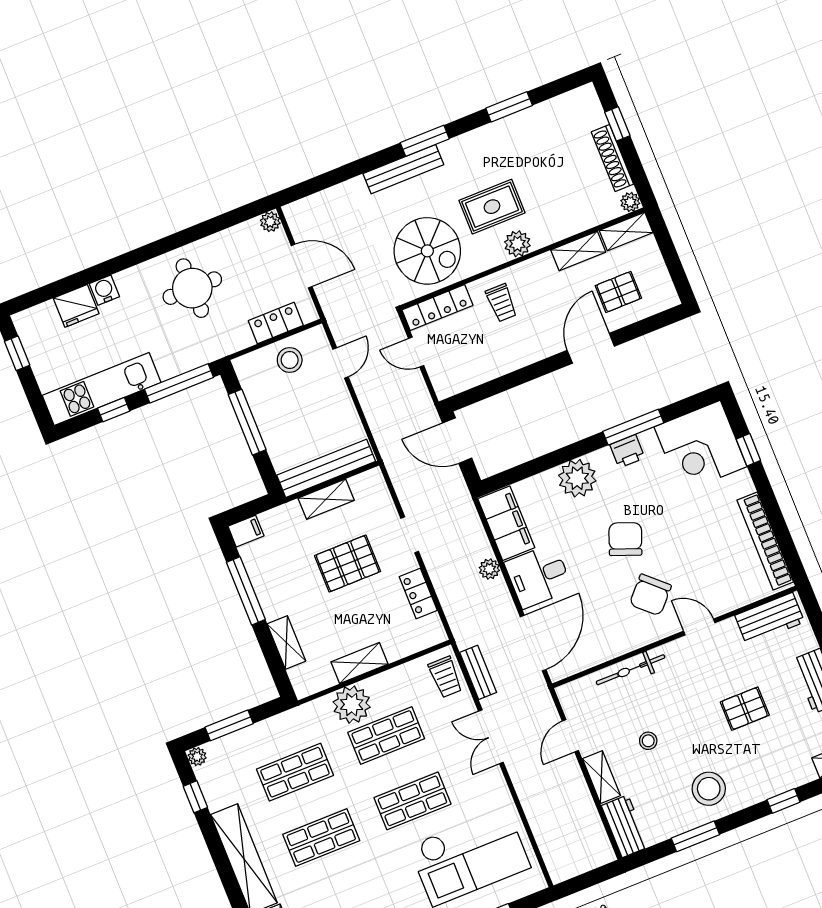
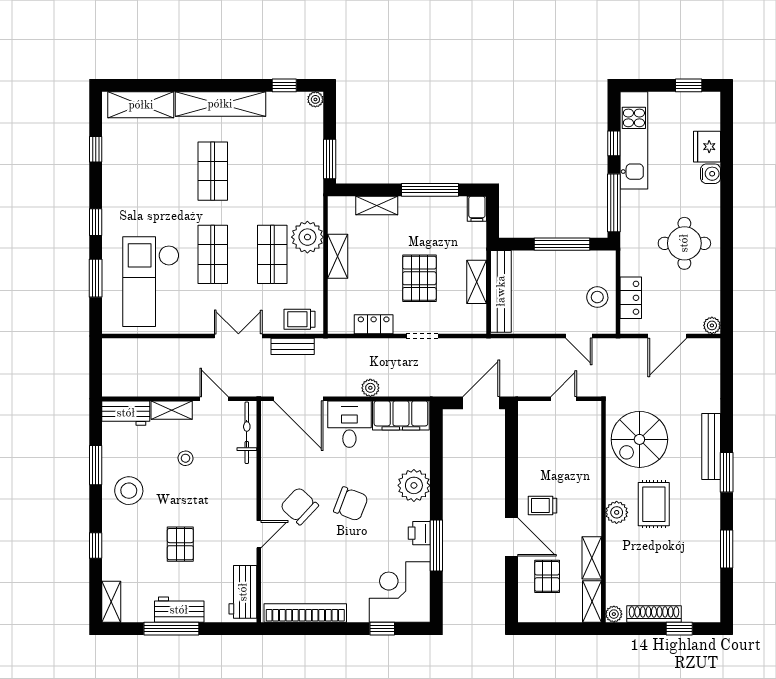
trolley: (501, 303) -> (542, 506), moved
locker: (437, 308) -> (592, 429), removed
bicycle: (631, 670) -> (247, 433), moved
window: (229, 725) -> (330, 159), moved
shop shelf: (295, 772) -> (272, 171), removed

